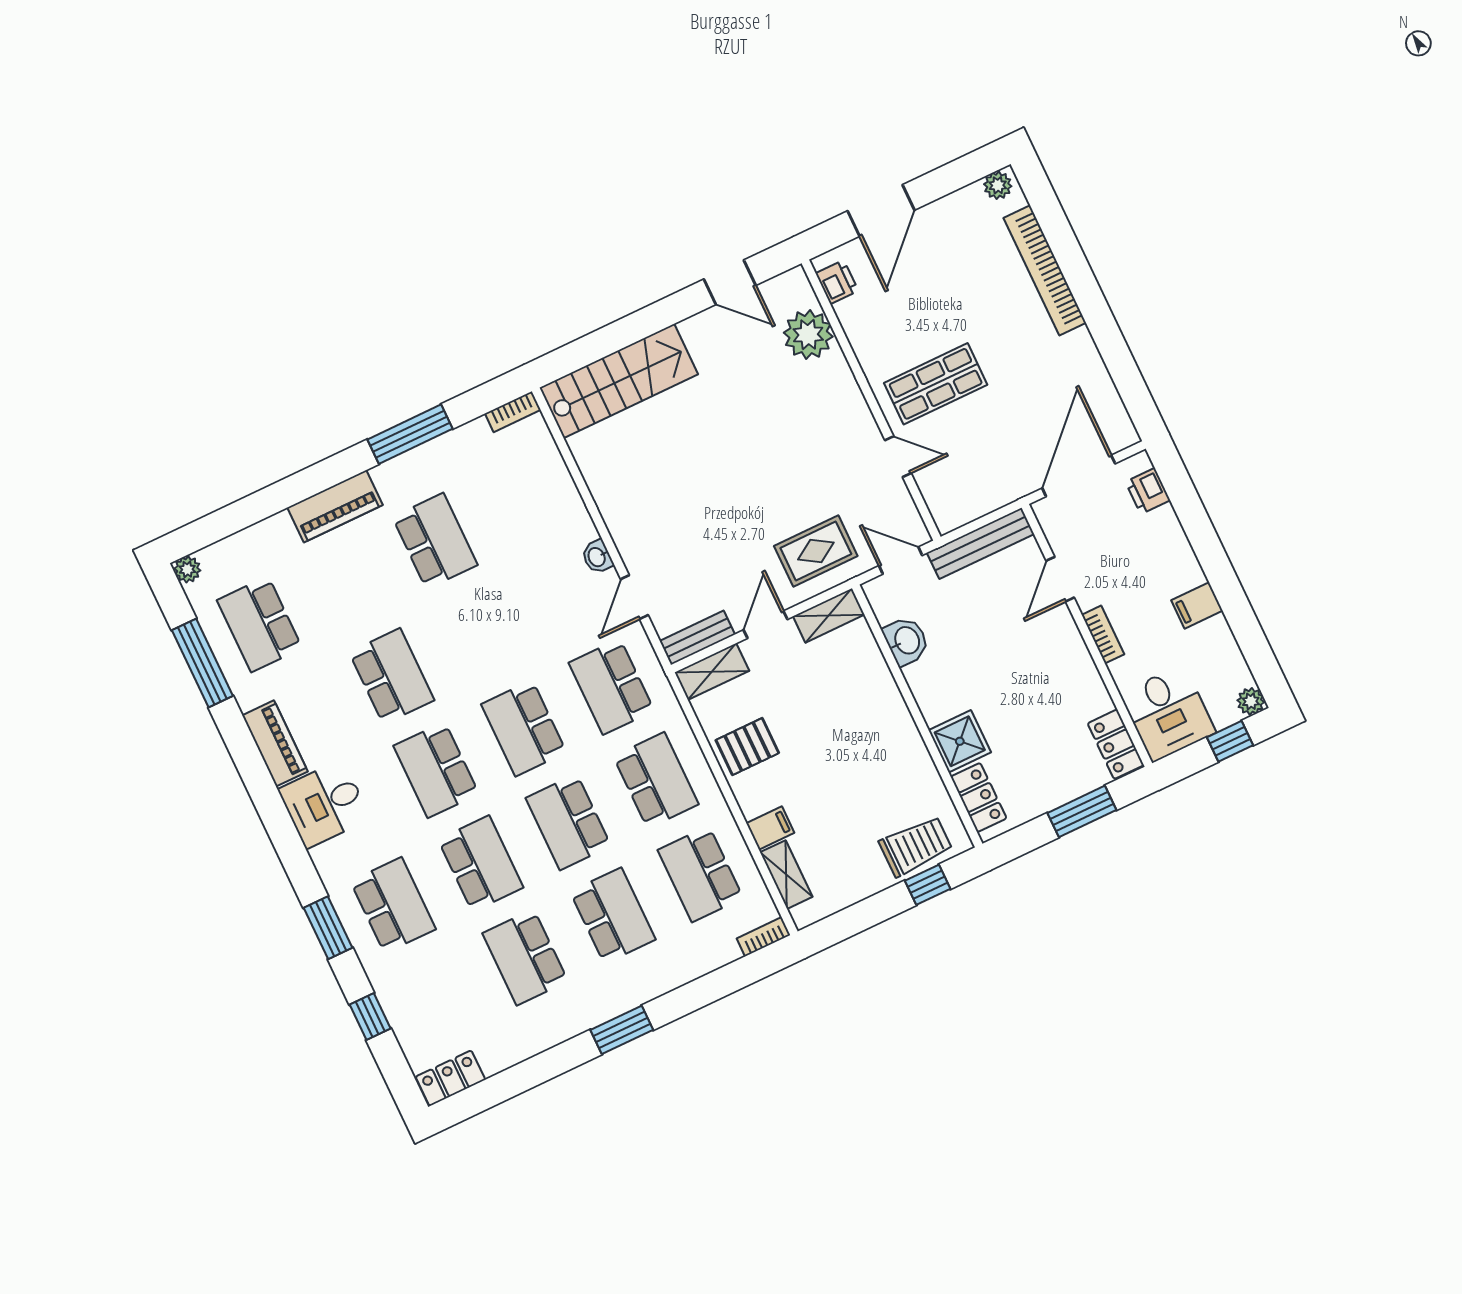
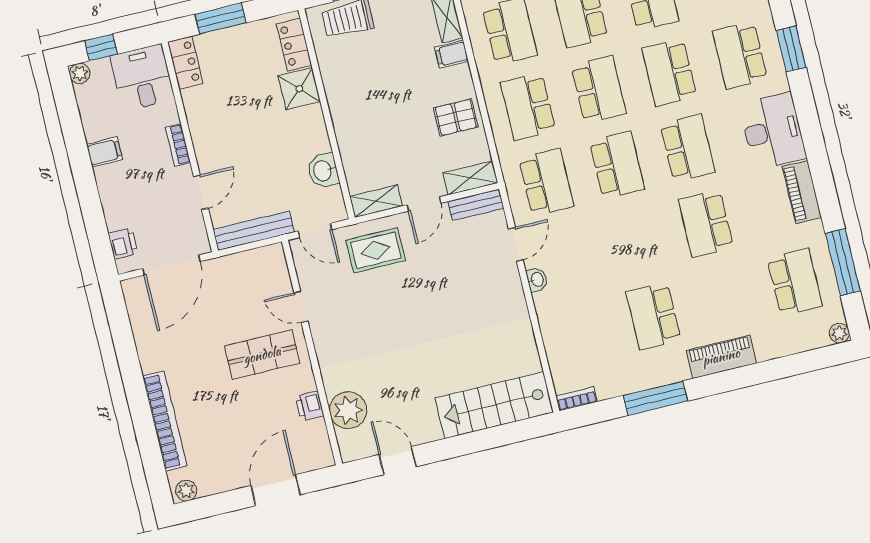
printer: (837, 282) -> (310, 406), moved
desk: (324, 804) -> (773, 131), width x1.37

